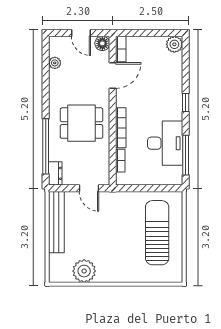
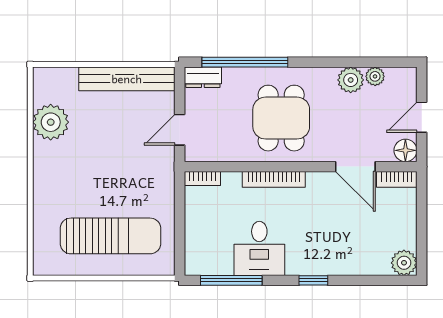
plant: (57, 79) -> (351, 80), added
desk: (165, 143) -> (259, 248), width x0.73
bookcase: (120, 161) -> (202, 178), moved

